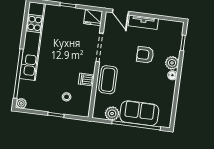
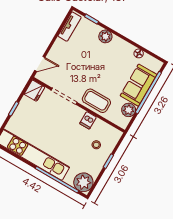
tv unit: (143, 22) -> (70, 27), moved
armchair: (145, 55) -> (88, 58), removed
floor lamp: (172, 75) -> (139, 53), moved
plant: (21, 103) -> (83, 182), width x1.88, depth x1.88

